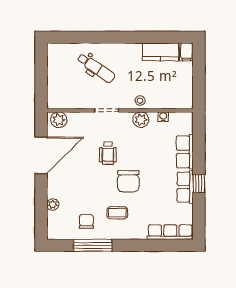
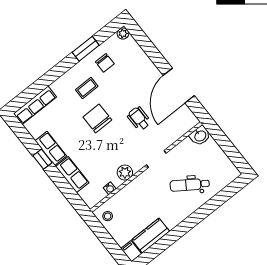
washbasin: (56, 101) -> (200, 136), added
stool: (140, 101) -> (108, 216), moved
plant: (59, 120) -> (187, 123), removed
wheelchair: (108, 153) -> (139, 119), moved
plant: (53, 205) -> (123, 33), moved
window: (93, 245) -> (86, 49), width x0.69

